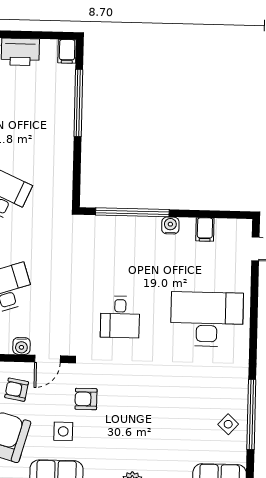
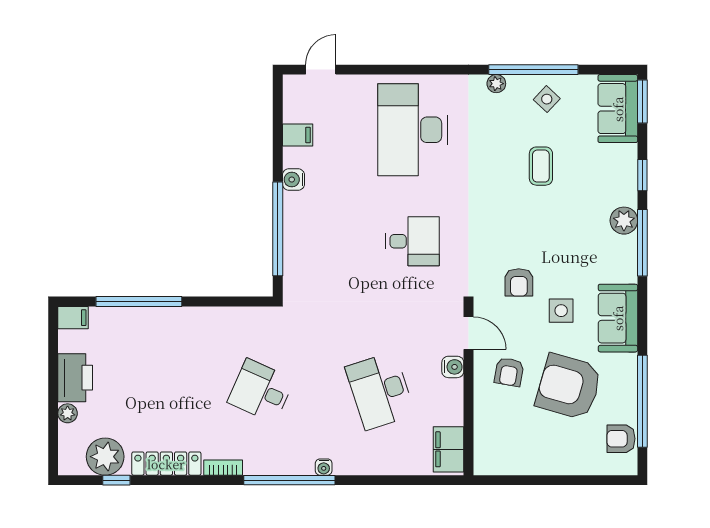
plant: (241, 385) -> (496, 84), added
coffee table: (176, 418) -> (541, 166), added

